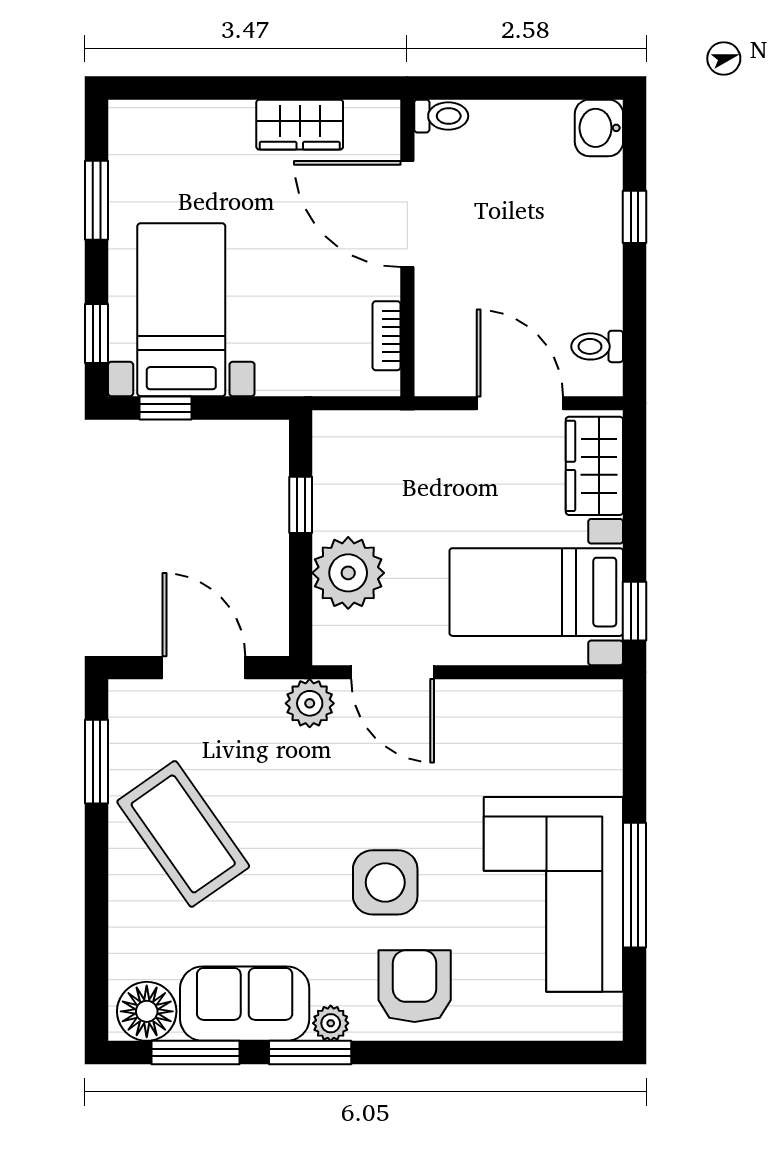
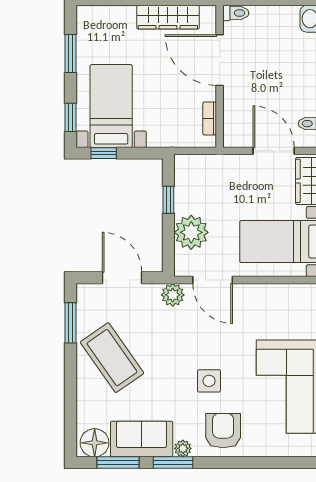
wardrobe: (300, 125) -> (168, 17), width x1.50
side table: (385, 882) -> (209, 381), width x0.73, depth x0.73

